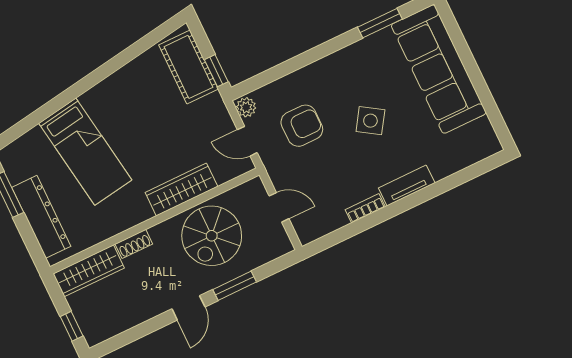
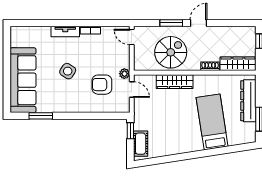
cot: (188, 67) -> (141, 144), width x0.73, depth x0.75
plant: (246, 107) -> (124, 74), moved
door: (279, 207) -> (132, 37), moved

